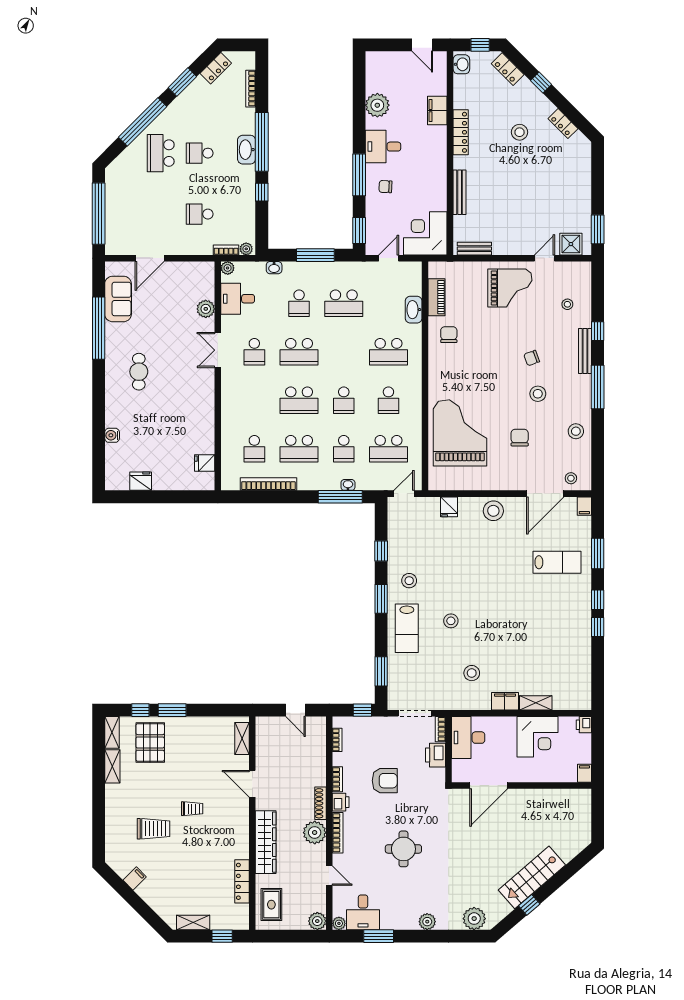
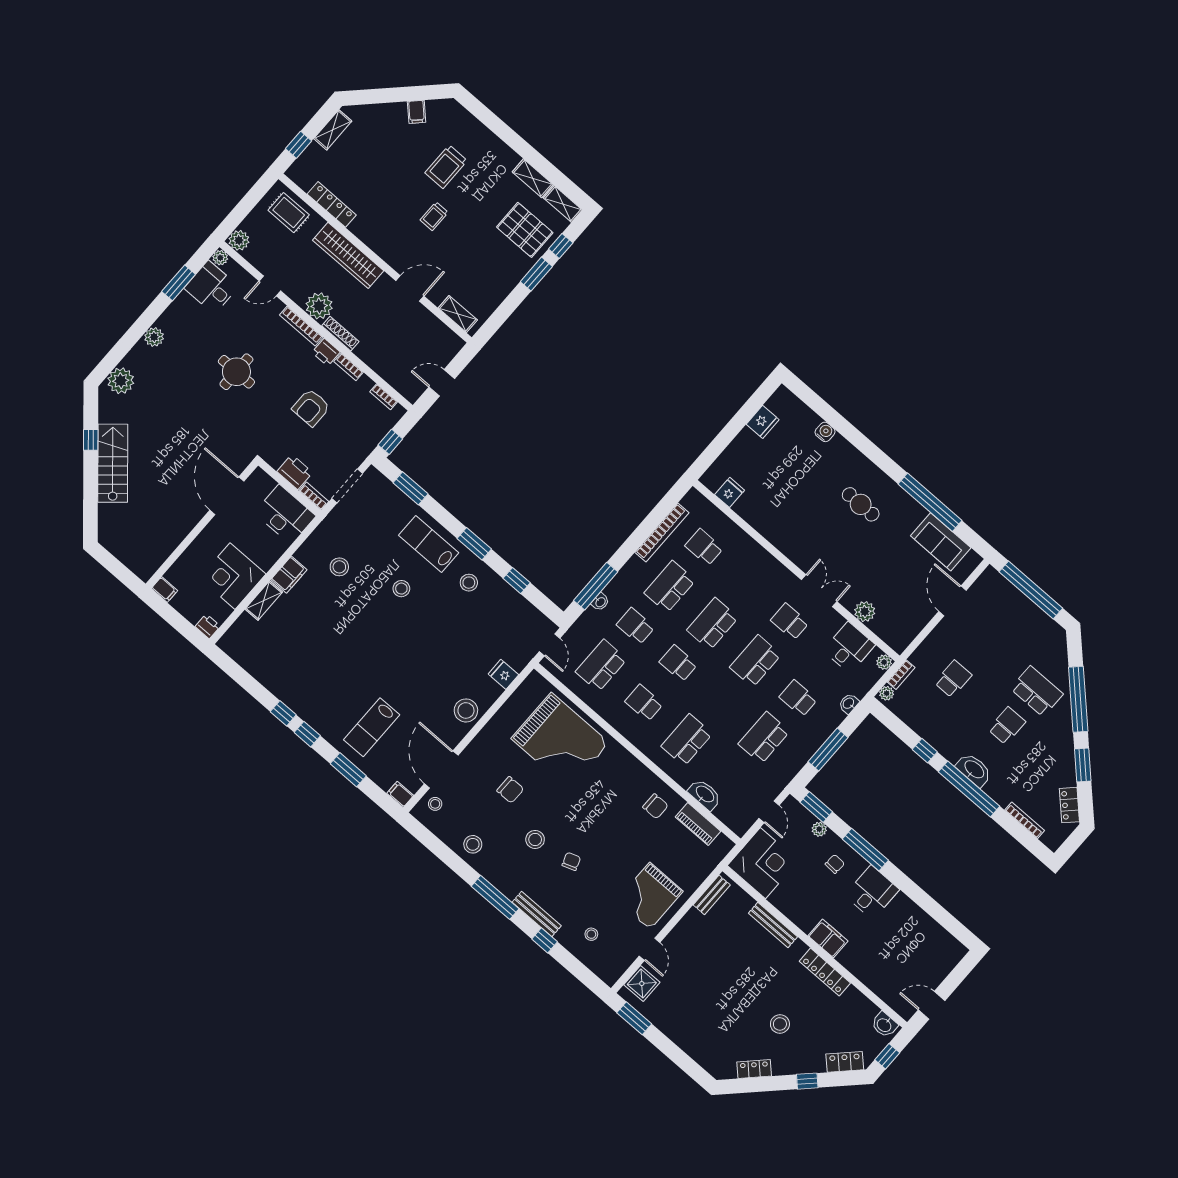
plant: (377, 105) -> (819, 829), moved, width x0.53, depth x0.53
filing cabinet: (437, 111) -> (828, 938), moved

